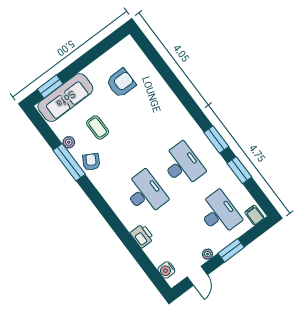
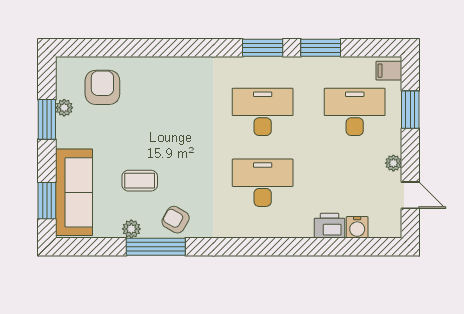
window: (93, 54) -> (47, 119), added
plant: (106, 59) -> (64, 108), added
armchair: (121, 83) -> (102, 87), moved
printer: (142, 236) -> (329, 226), moved
window: (231, 250) -> (410, 110), moved
water cooler: (166, 270) -> (357, 227), moved

